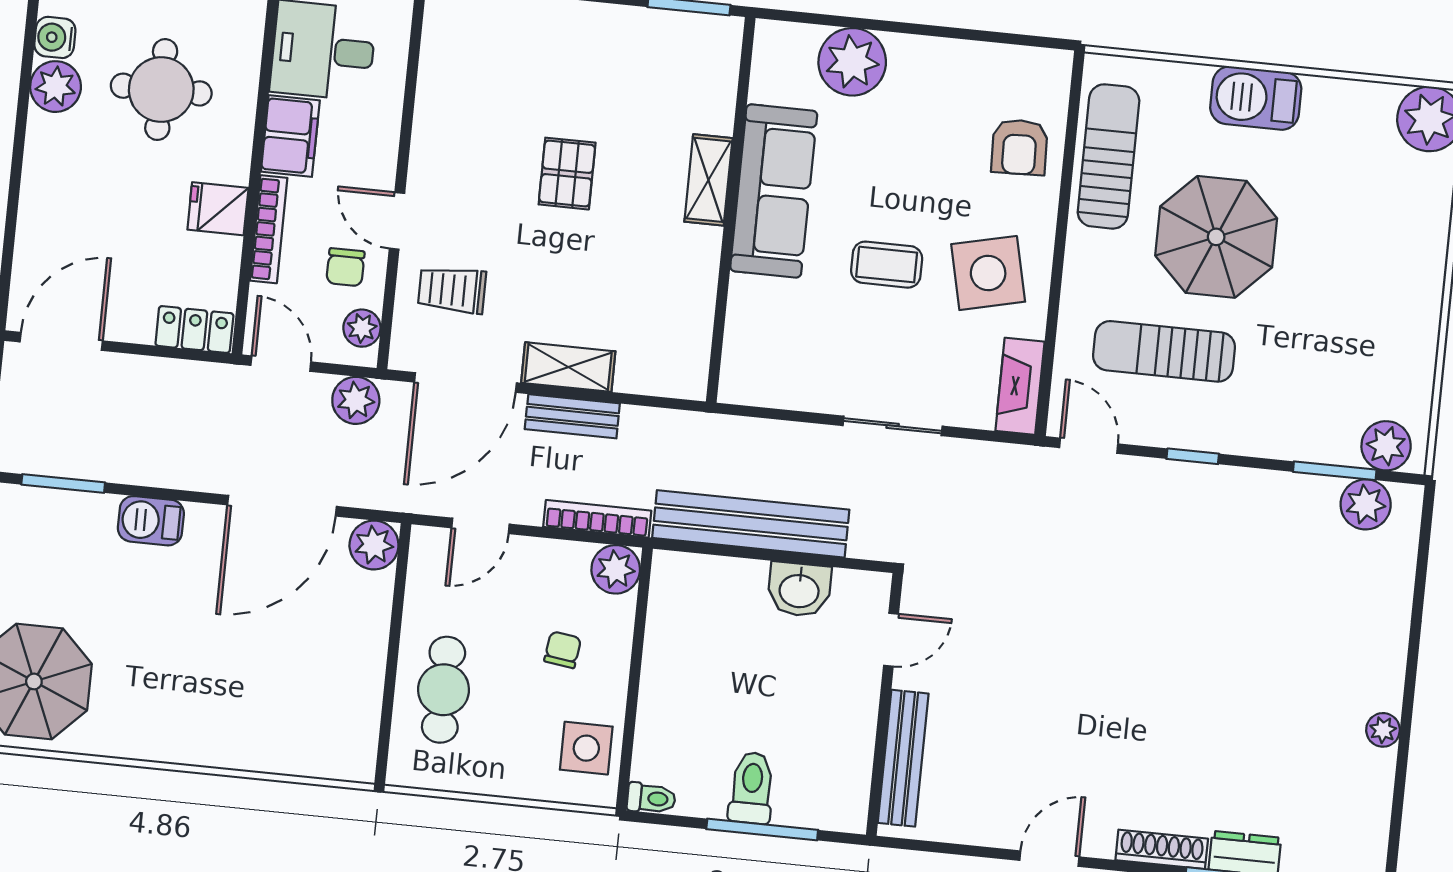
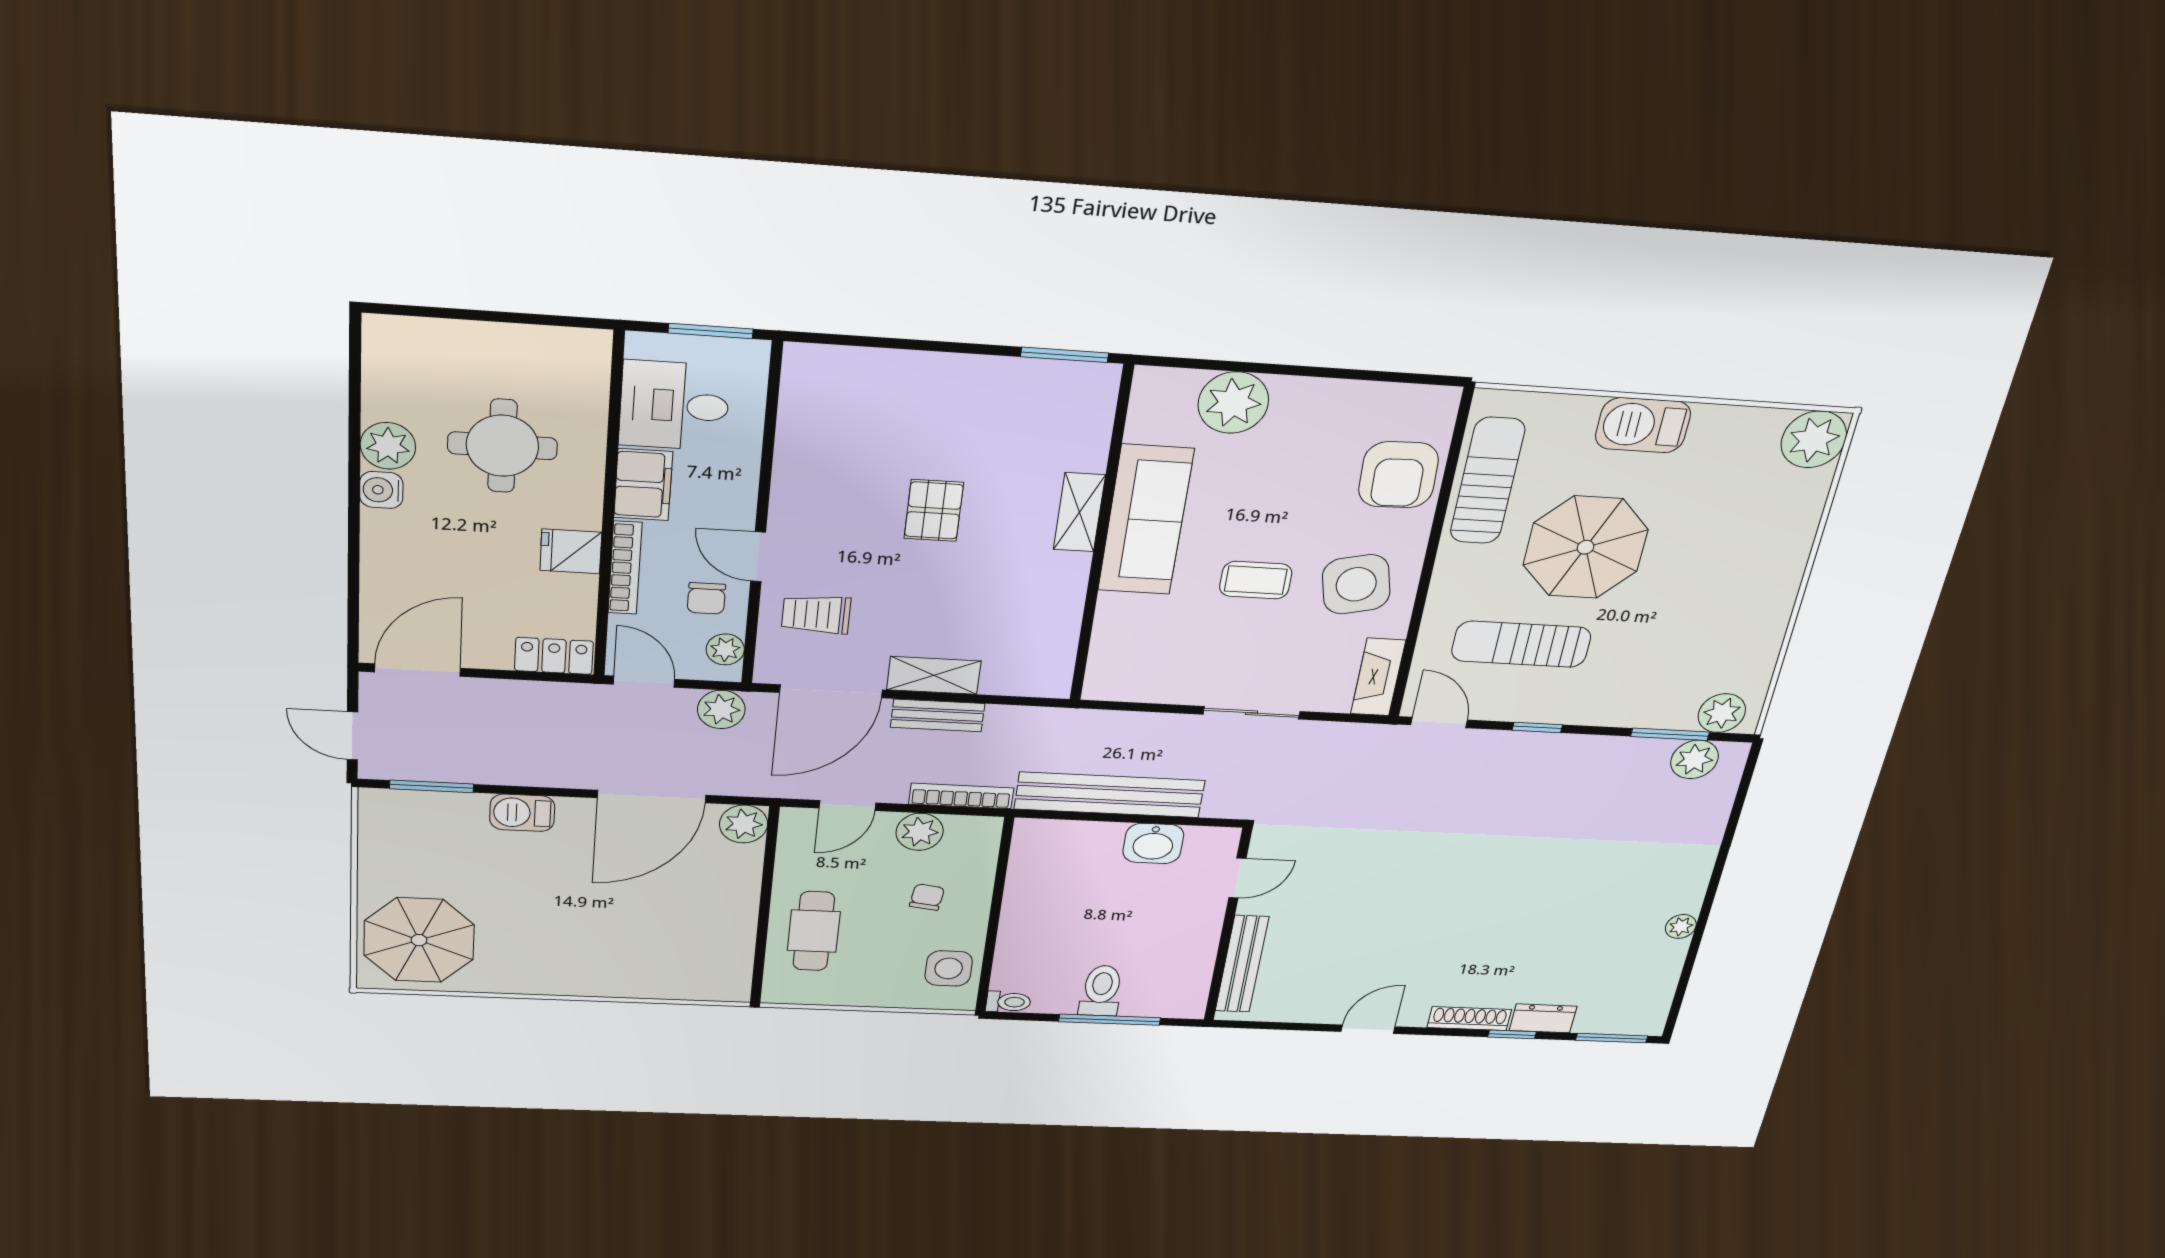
water cooler: (55, 37) -> (381, 490), moved
armchair: (1019, 147) -> (1398, 475), width x1.38, depth x1.38
plant: (616, 569) -> (920, 832), moved

